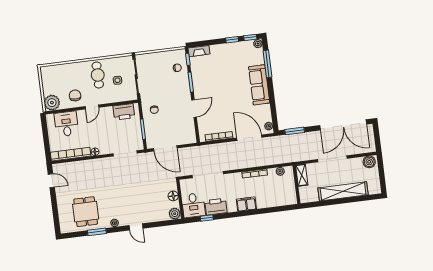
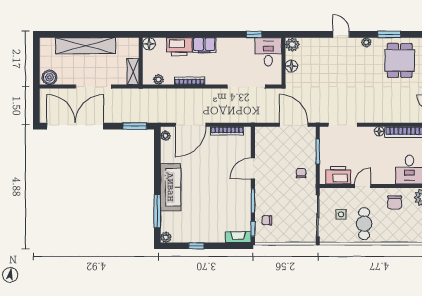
window: (250, 37) -> (174, 246), removed
door: (92, 107) -> (363, 186), moved
door: (249, 138) -> (191, 125), hinge flipped
floor lamp: (292, 199) -> (149, 44), added
printer: (216, 207) -> (179, 47), moved

